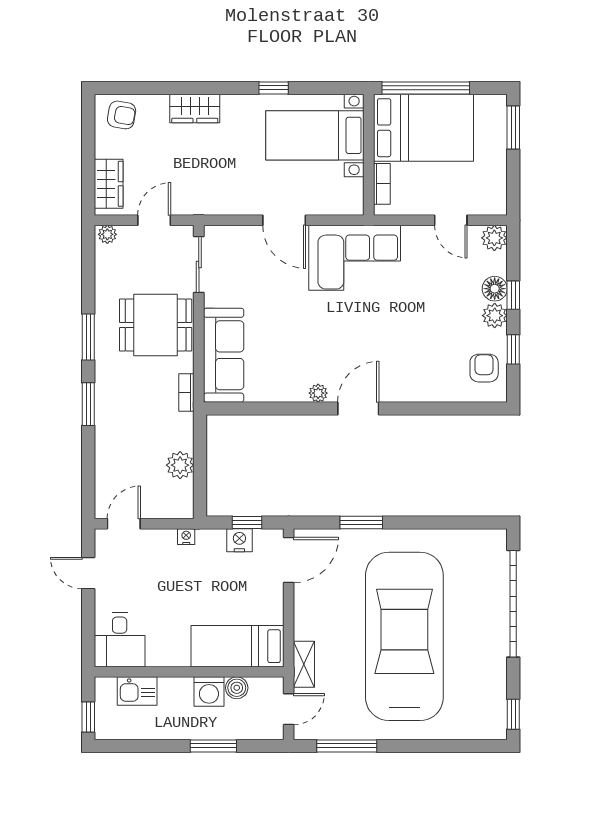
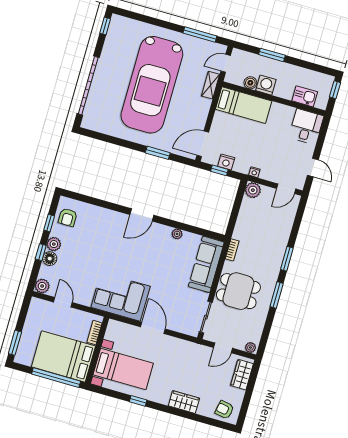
plant: (318, 393) -> (177, 234), moved
plant: (180, 465) -> (253, 190), moved

